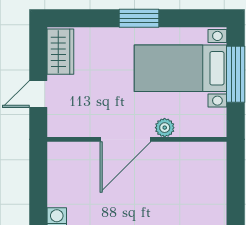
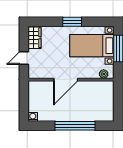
plant: (165, 128) -> (104, 74), moved

